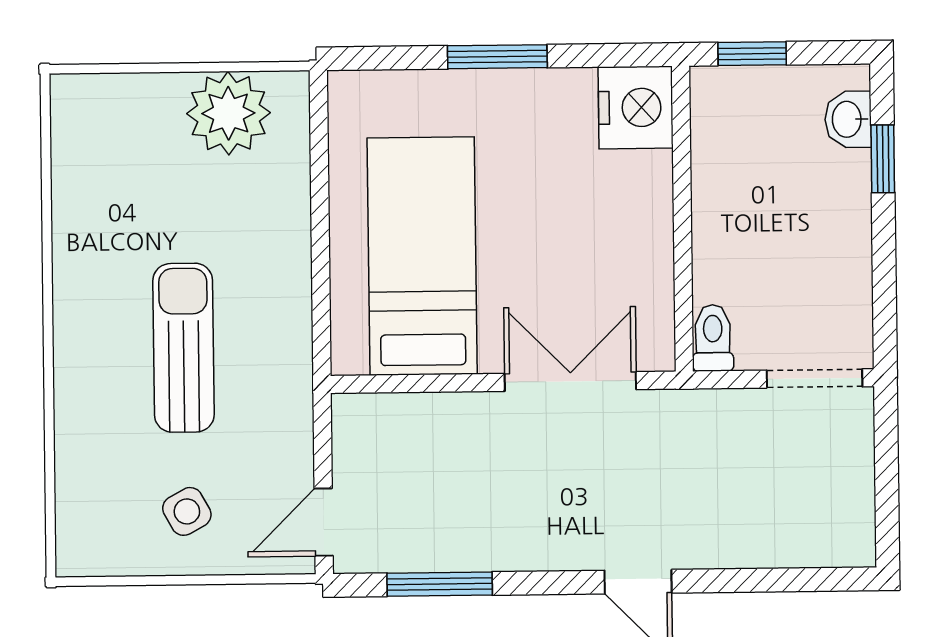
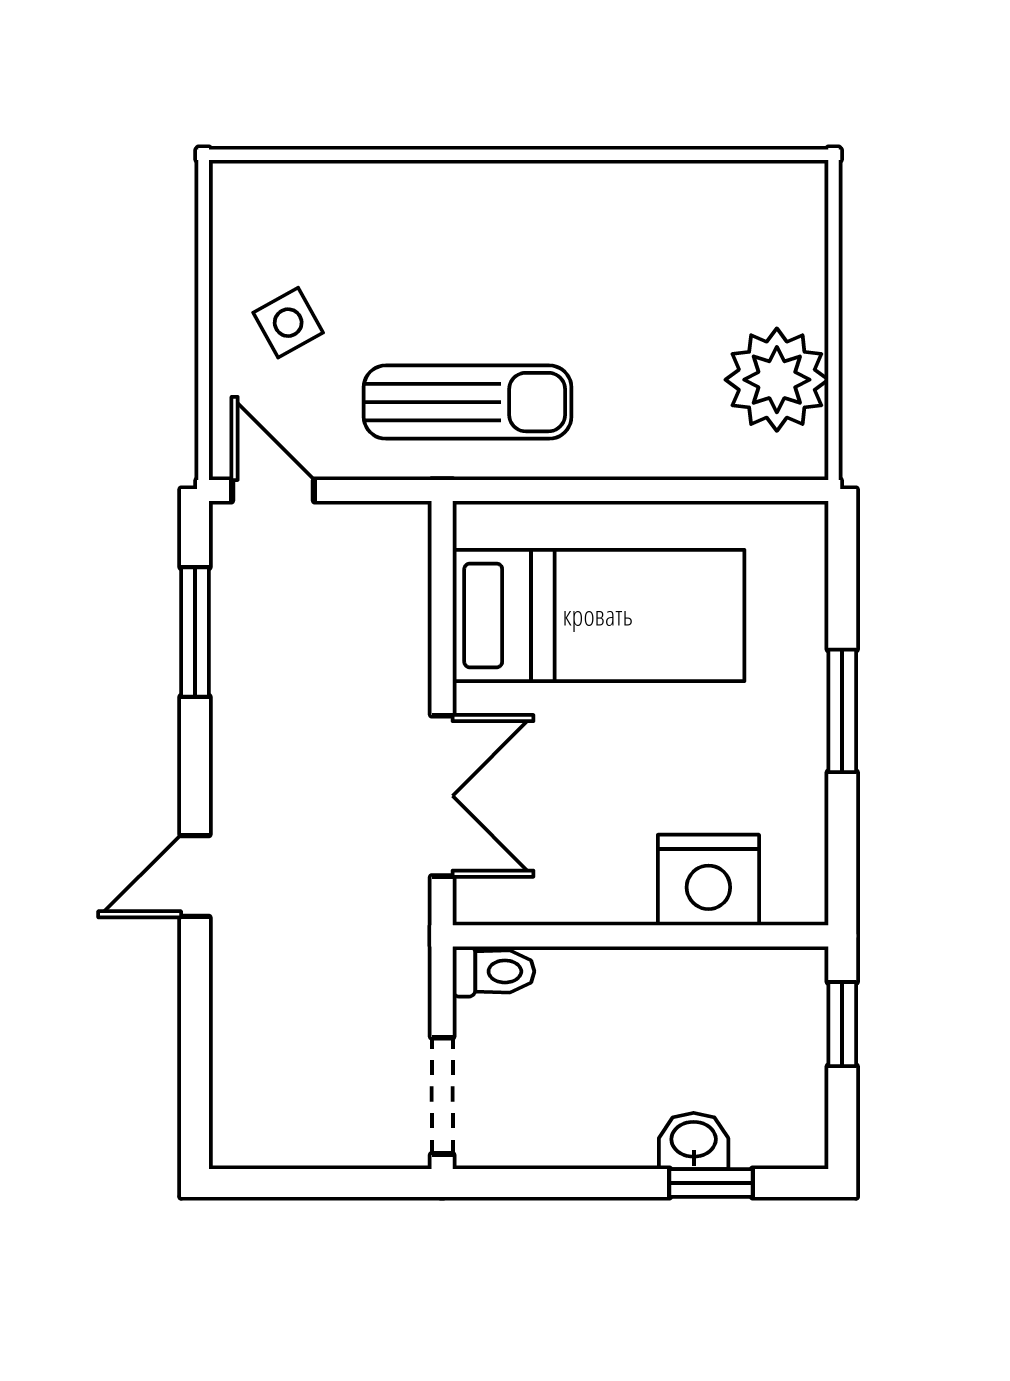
nightstand: (636, 108) -> (708, 880), moved
washbasin: (848, 119) -> (694, 1141), moved
sun lounger: (184, 348) -> (468, 402), moved

